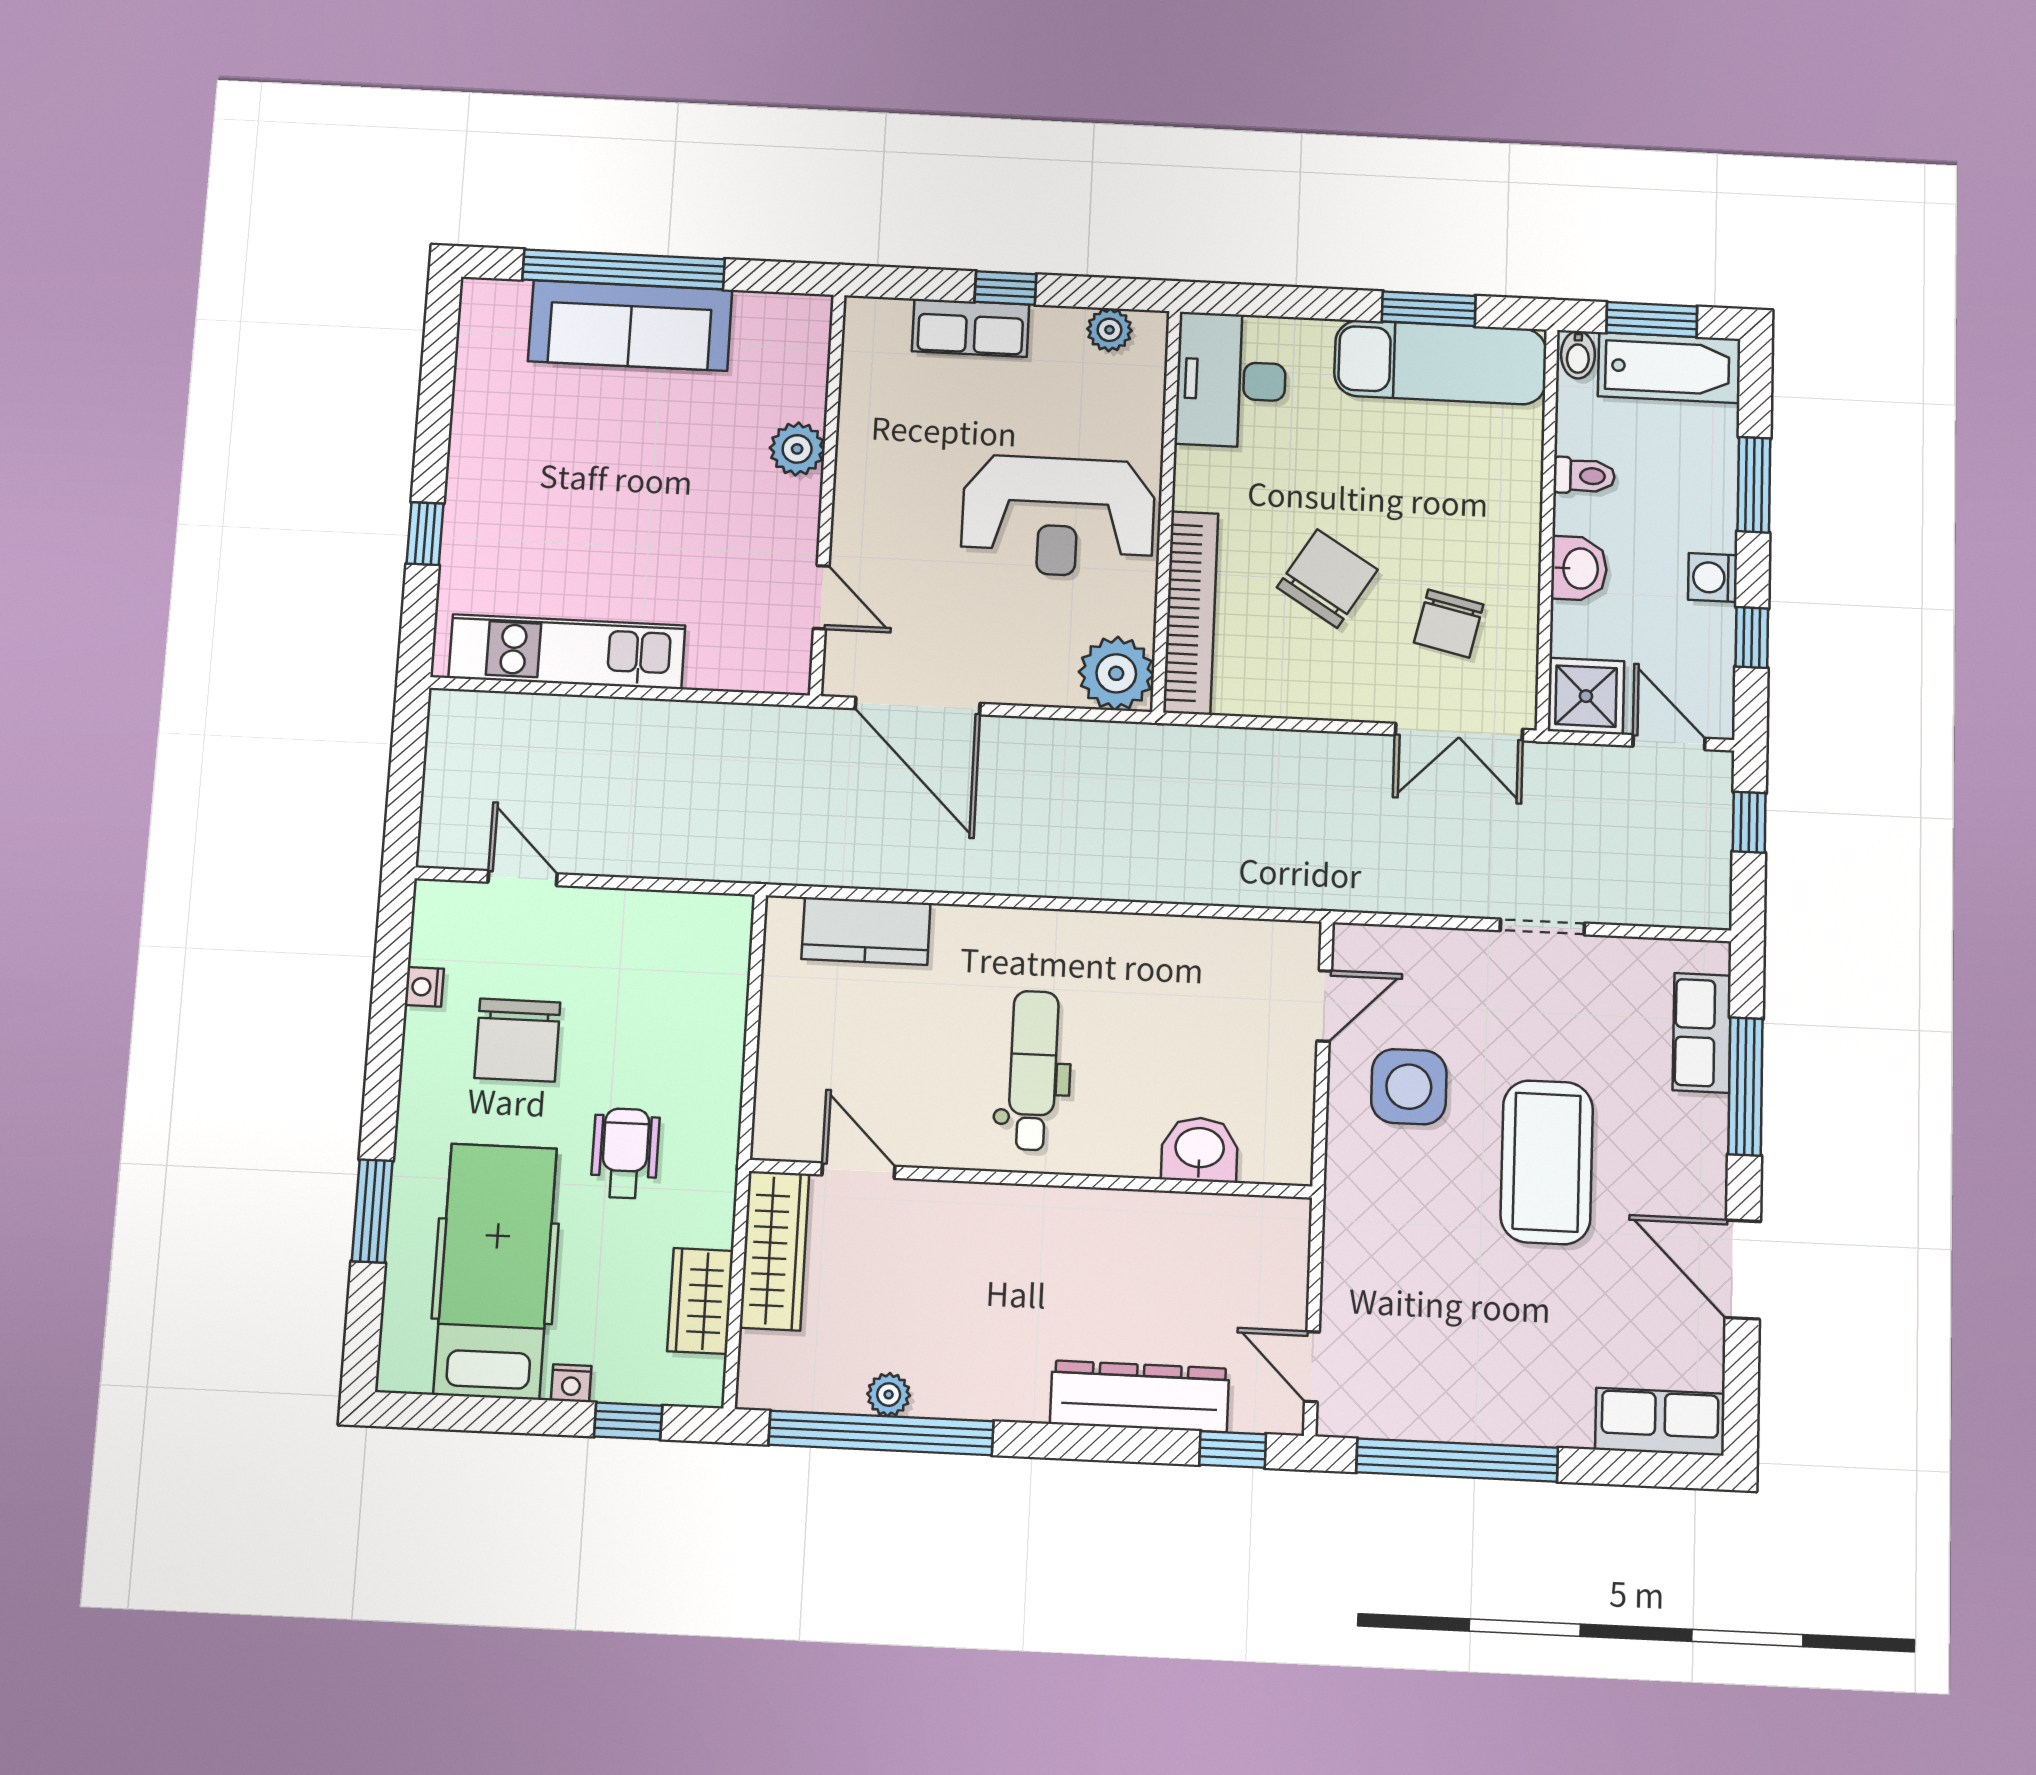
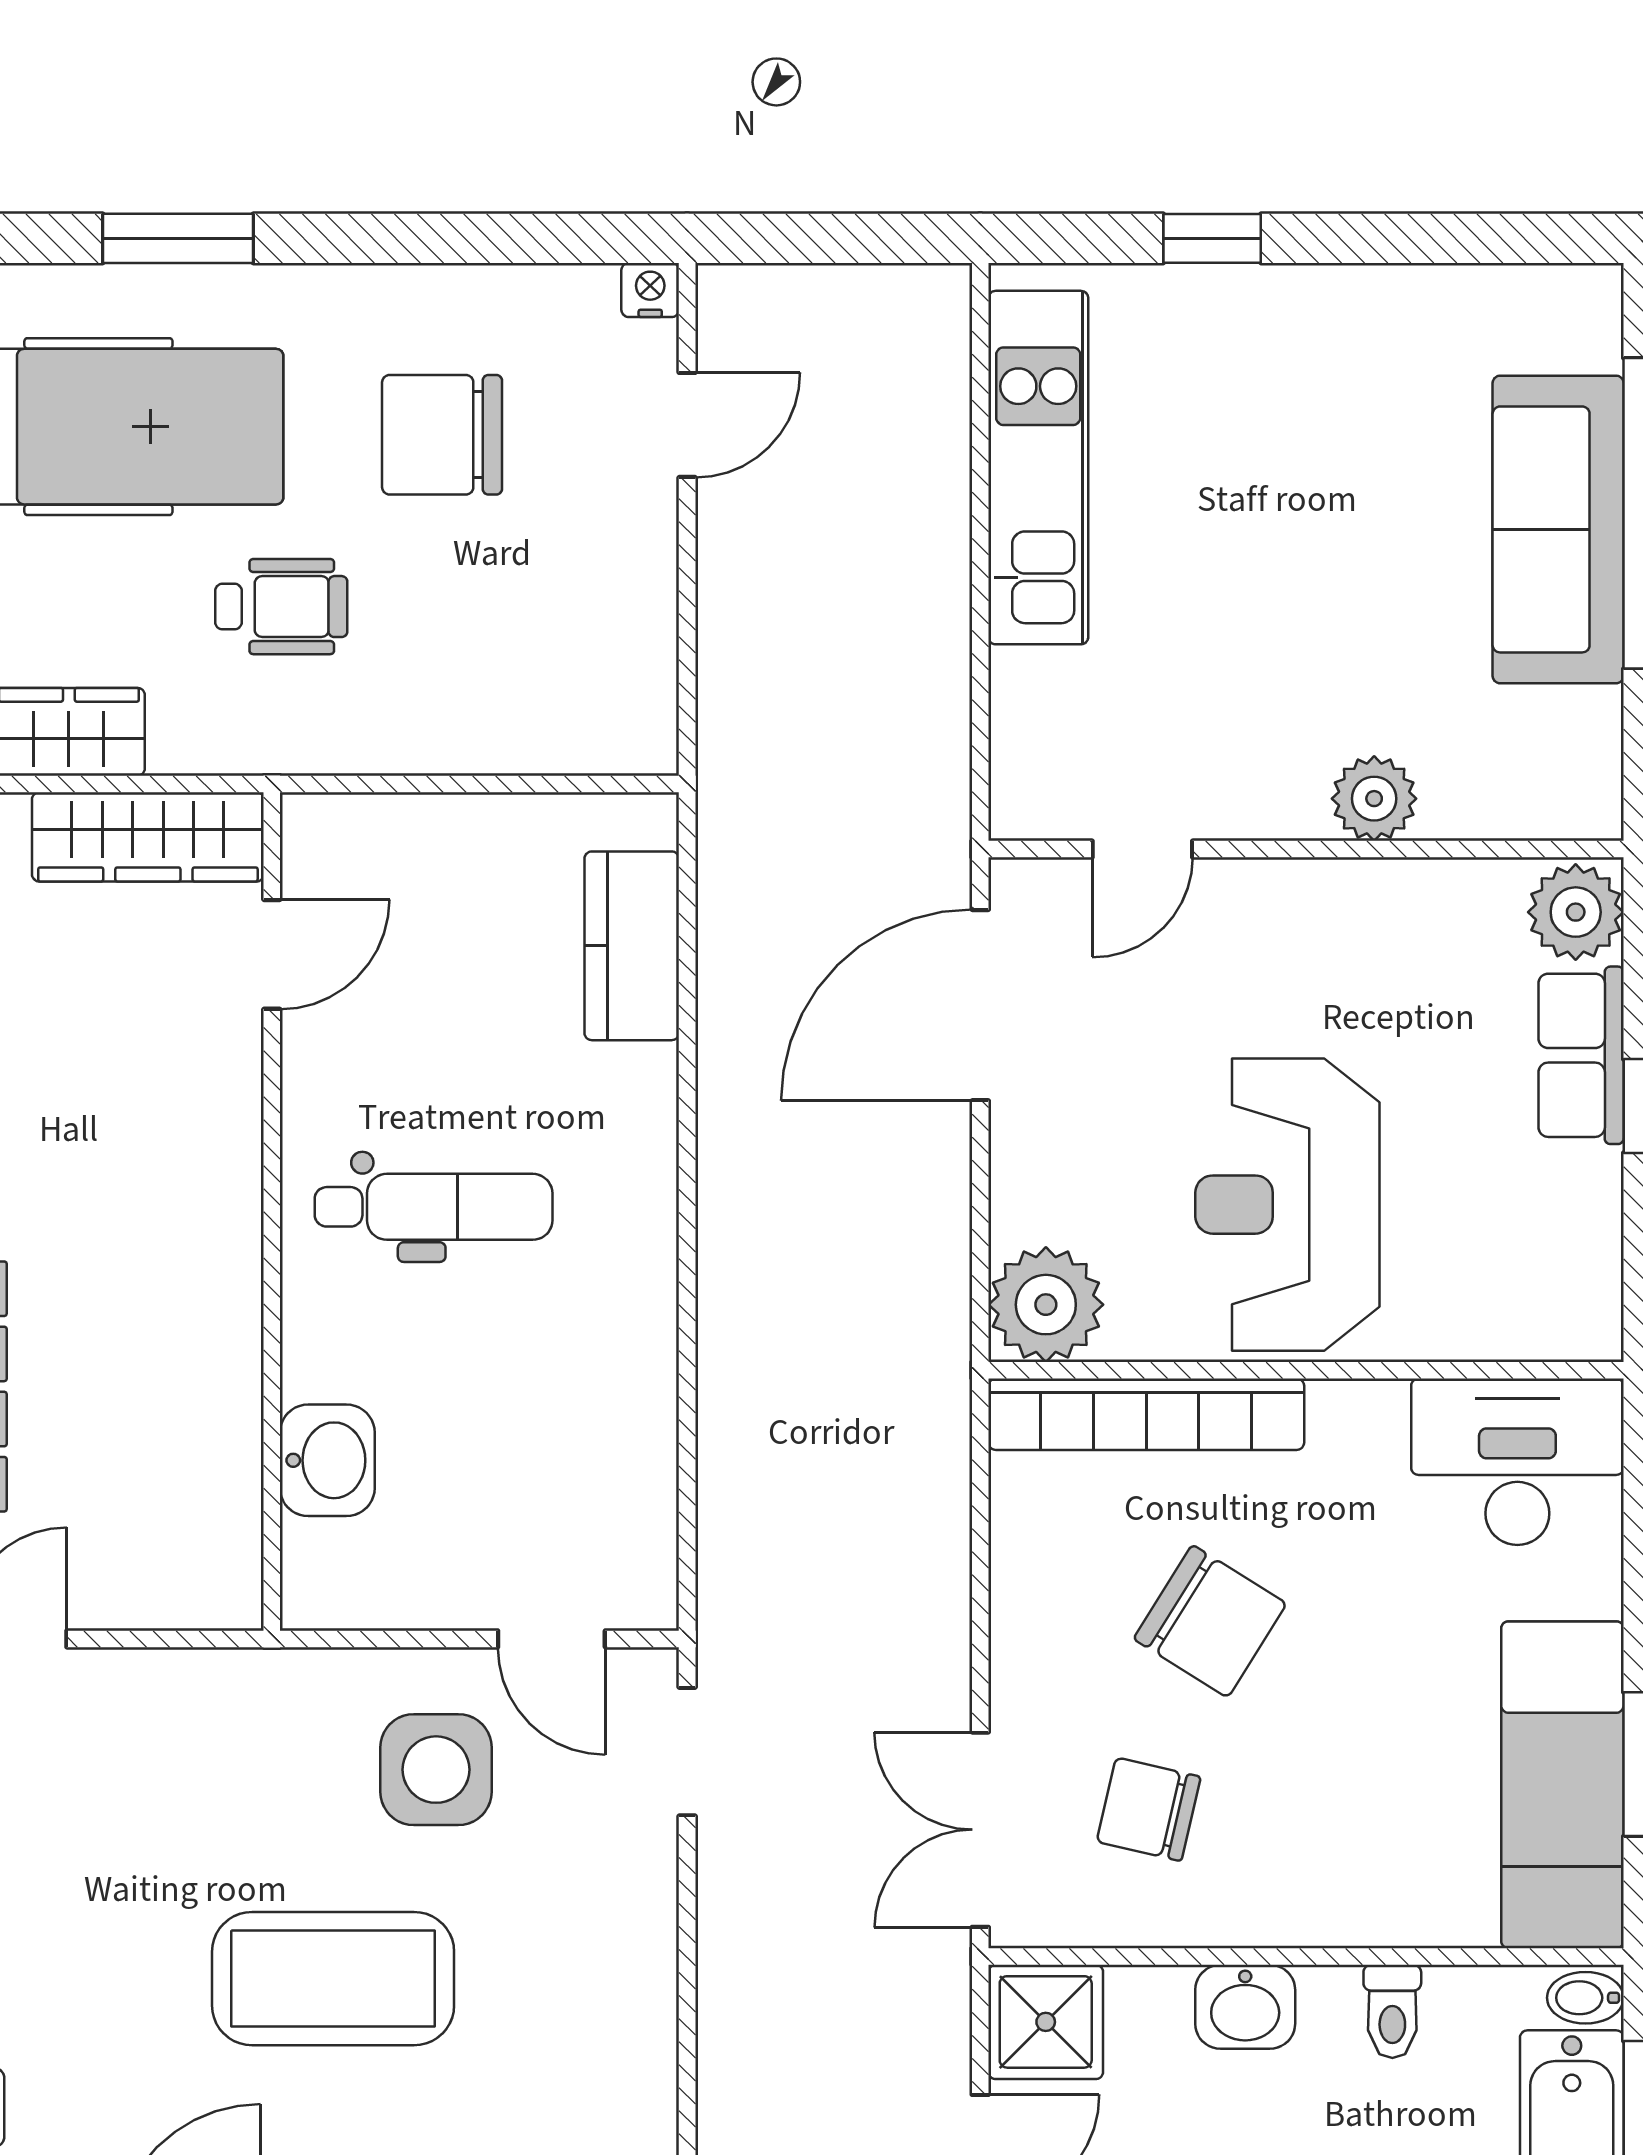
plant: (1109, 330) -> (1576, 912), moved, width x1.38, depth x1.38
doorway: (1542, 927) -> (687, 1752), moved
nightstand: (424, 987) -> (650, 290), moved

